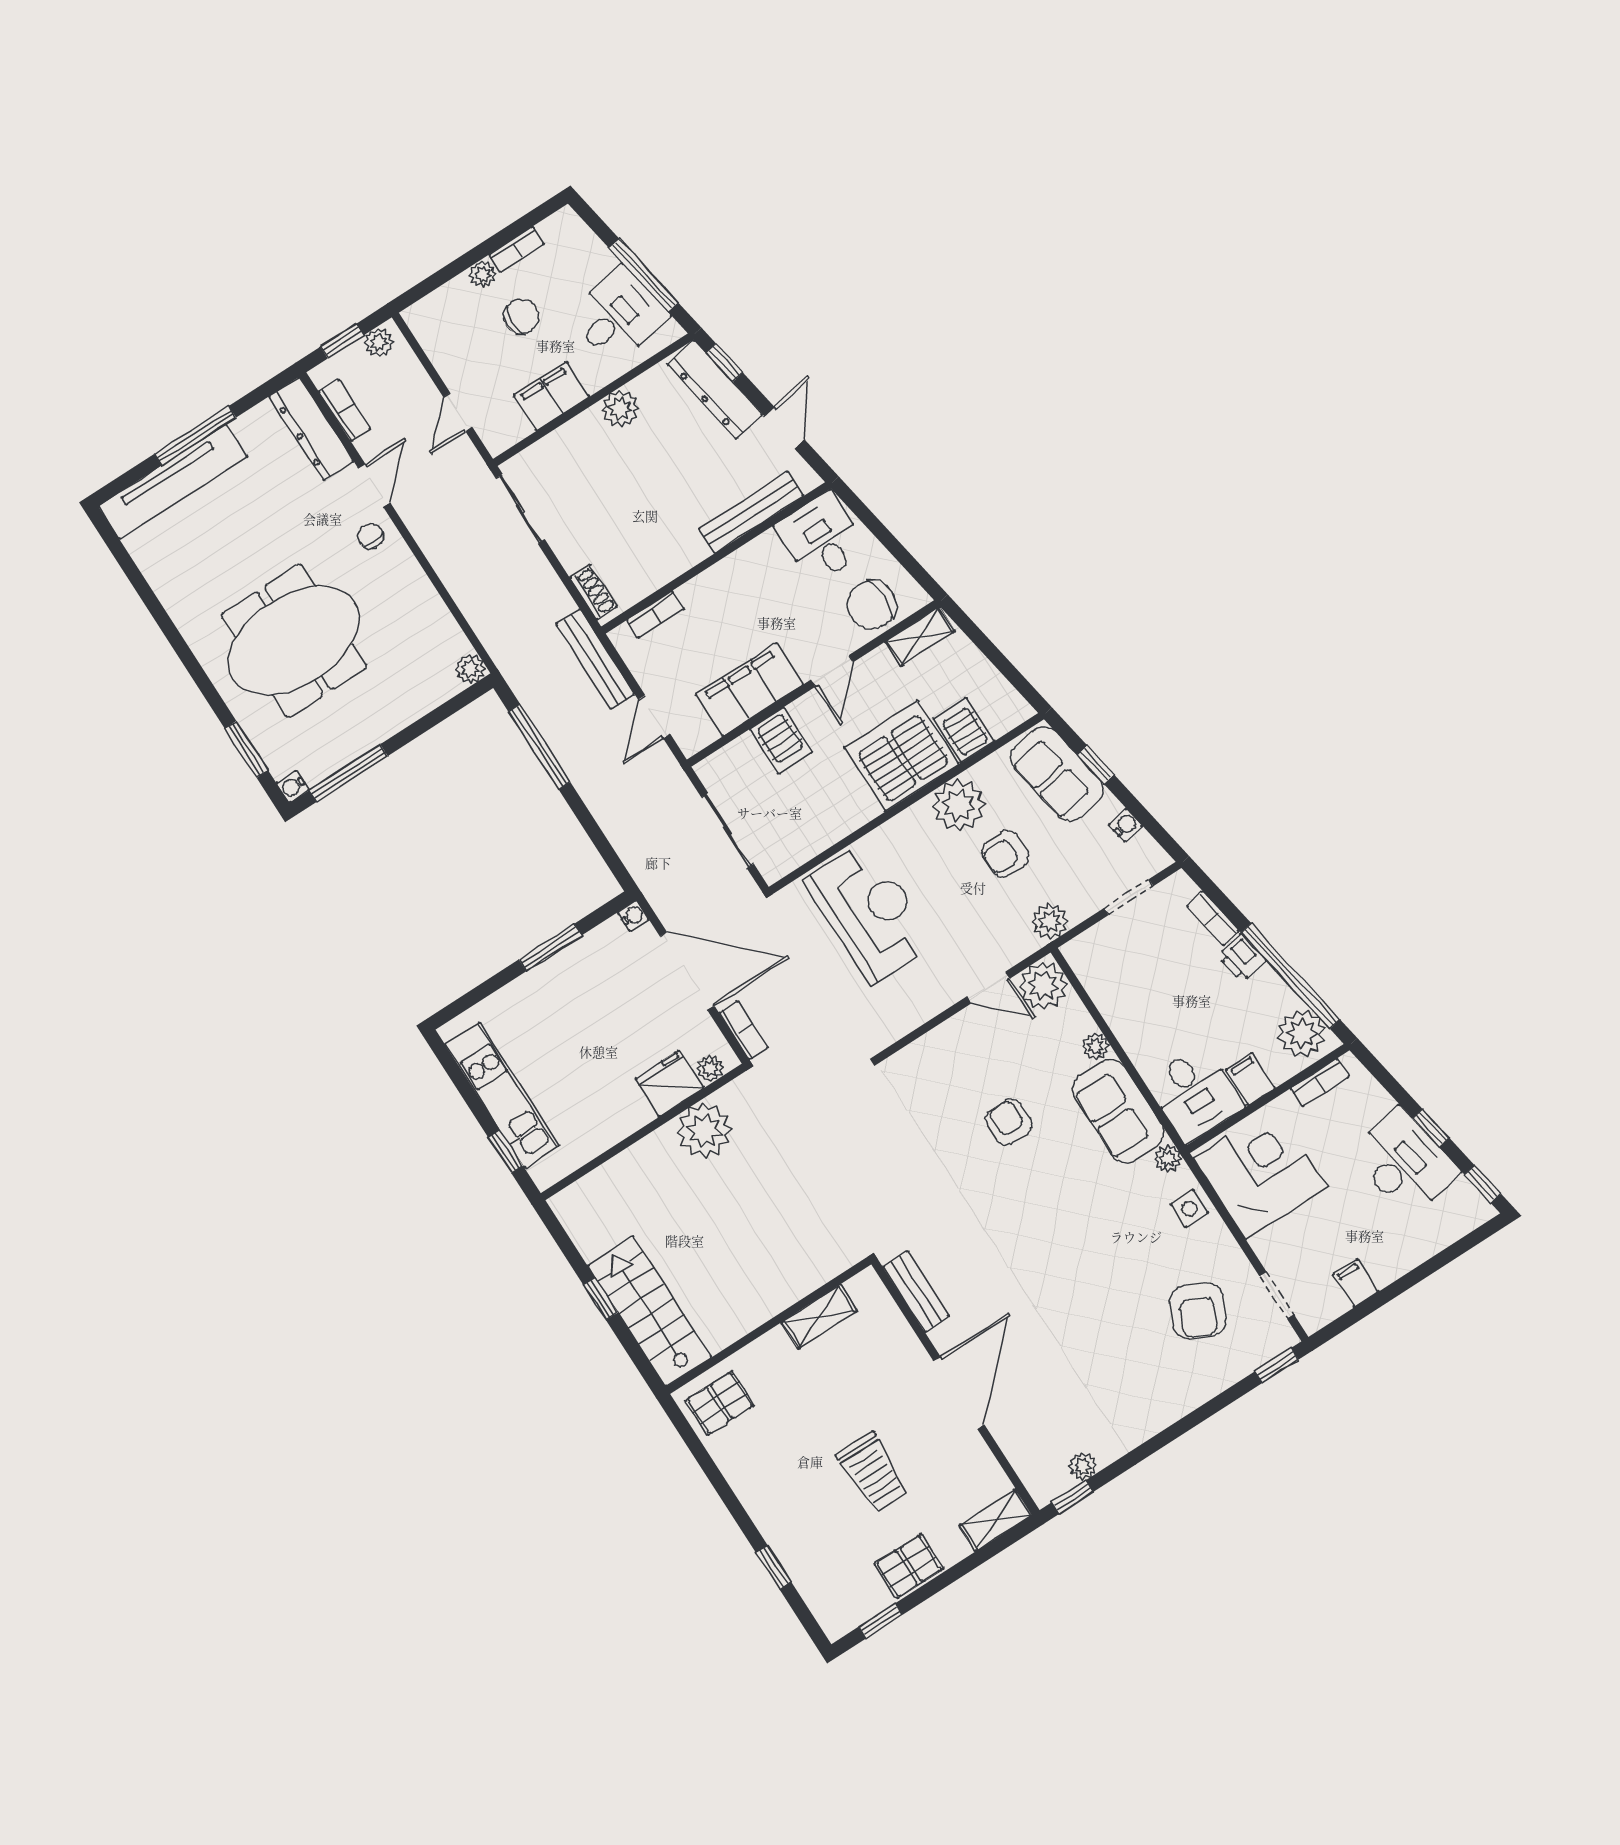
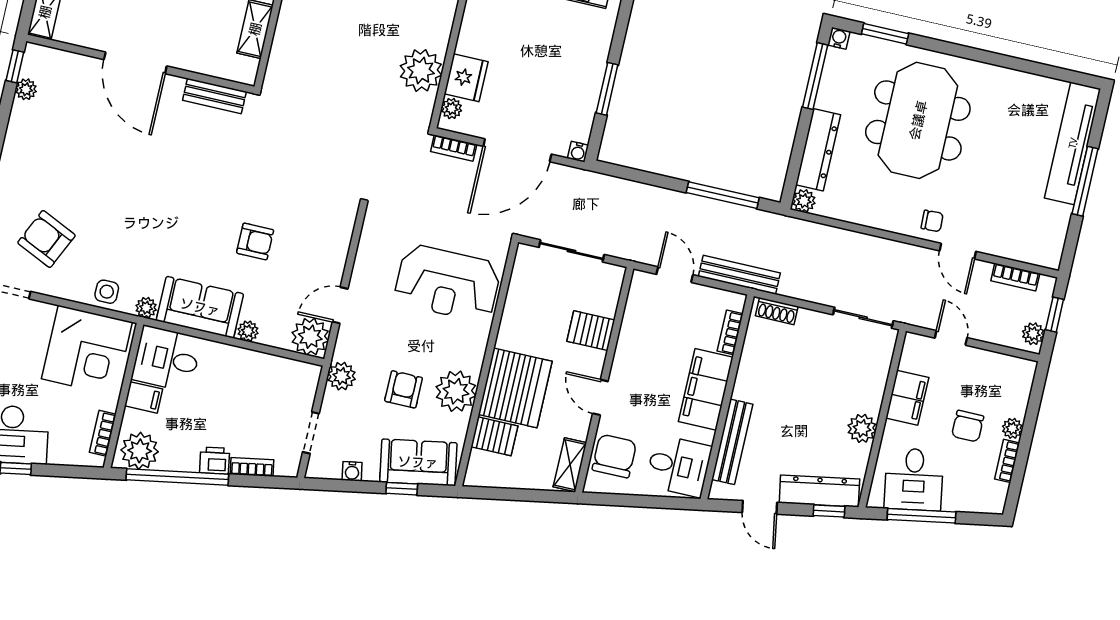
dresser: (311, 429) -> (818, 150), moved, turned 90
filing cabinet: (749, 690) -> (706, 389), moved, turned 180

